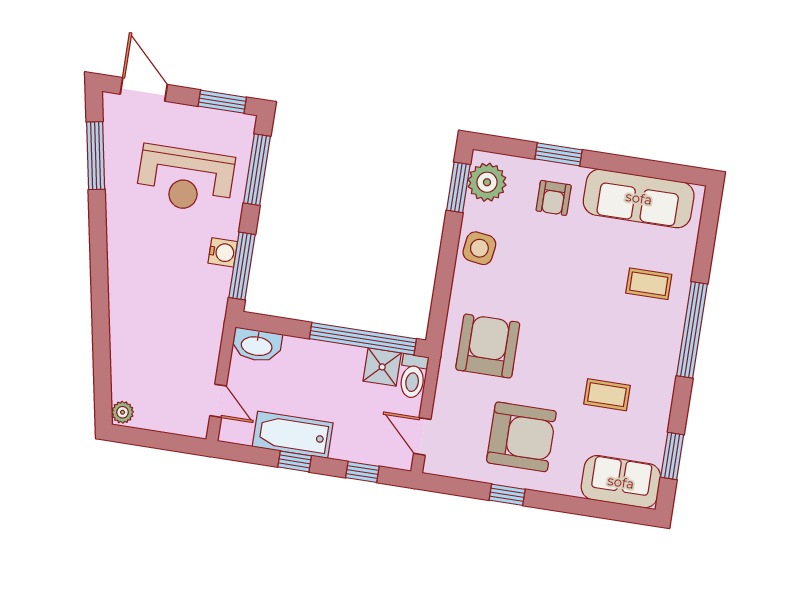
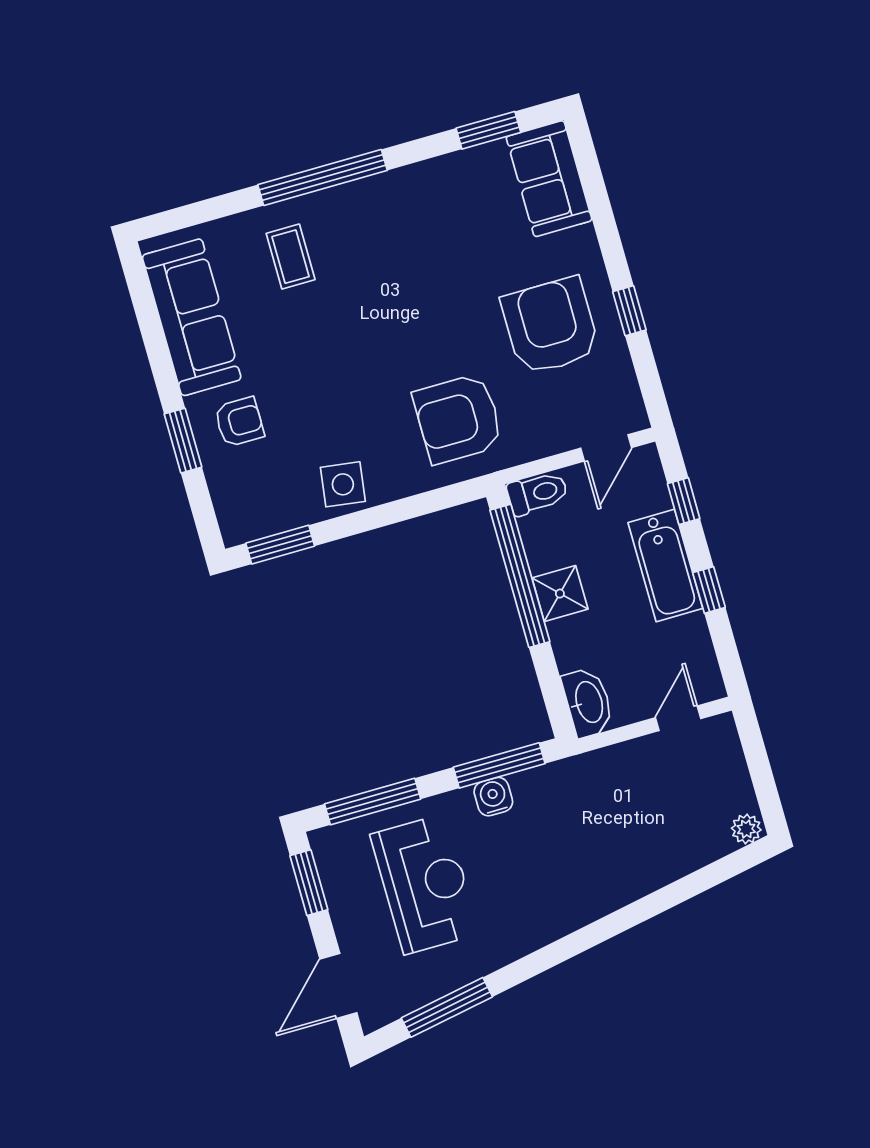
plant: (487, 182) -> (258, 512), removed
shower: (382, 367) -> (560, 594), moved
coffee table: (607, 395) -> (450, 245), removed
bathtub: (293, 435) -> (665, 565), moved

